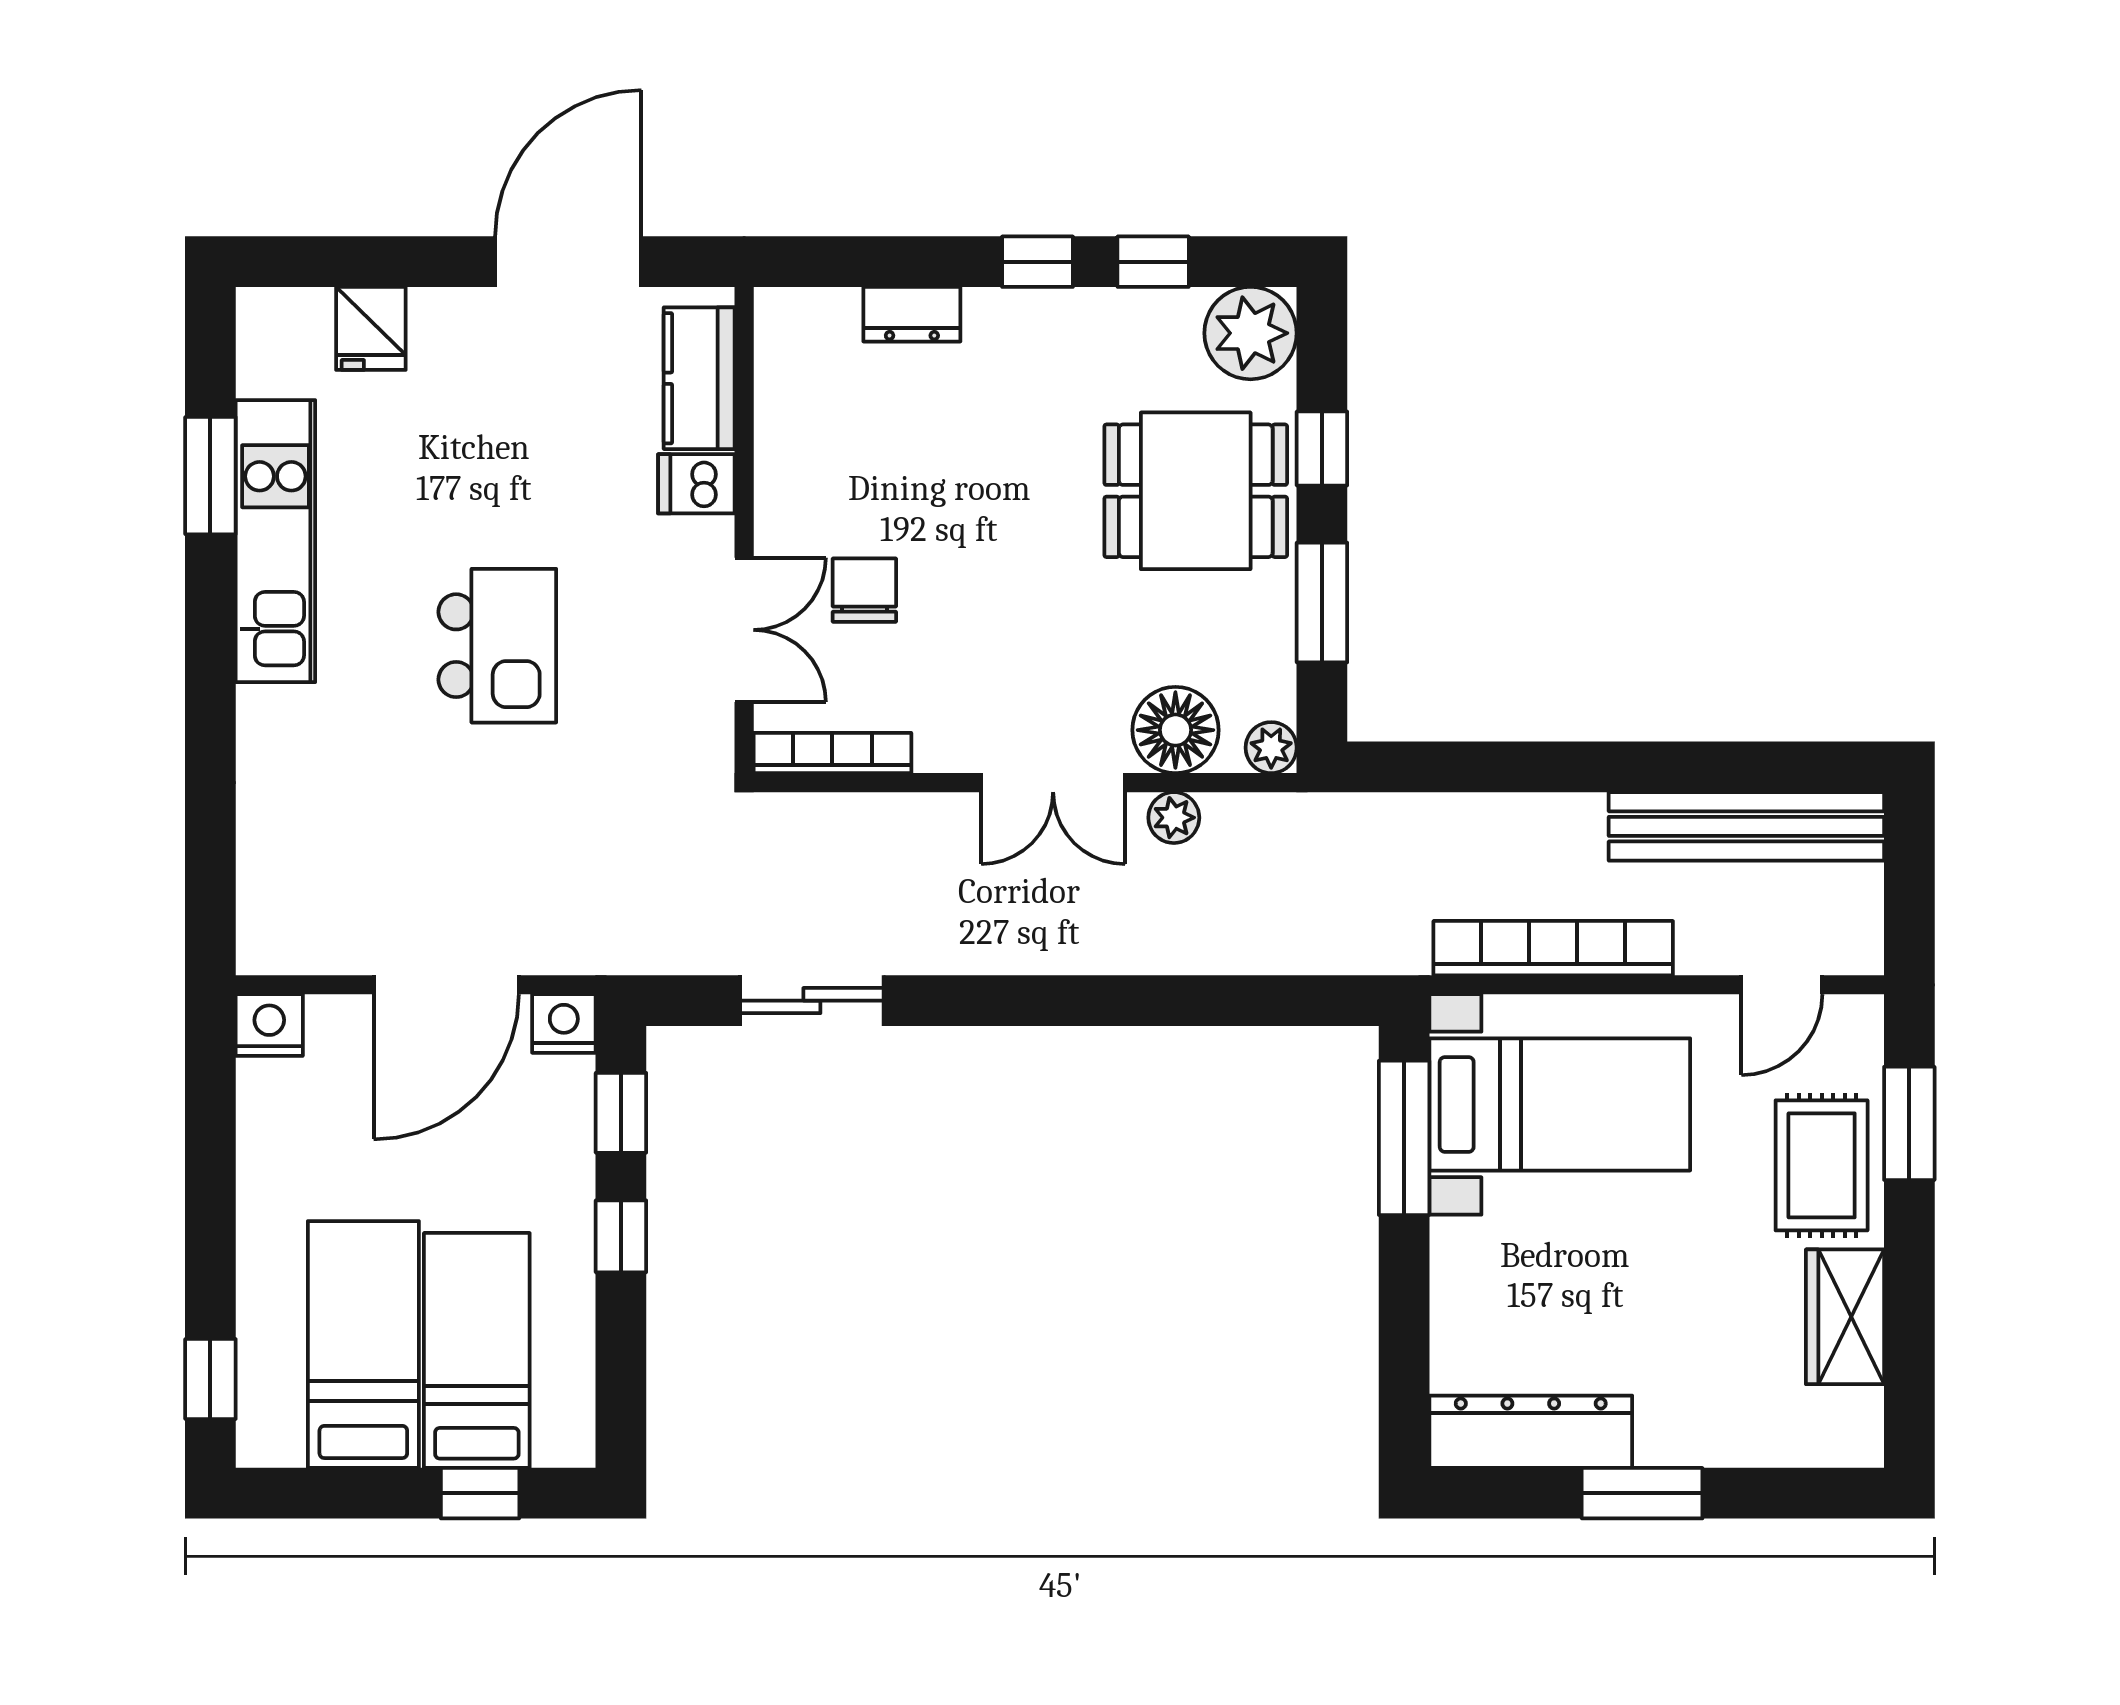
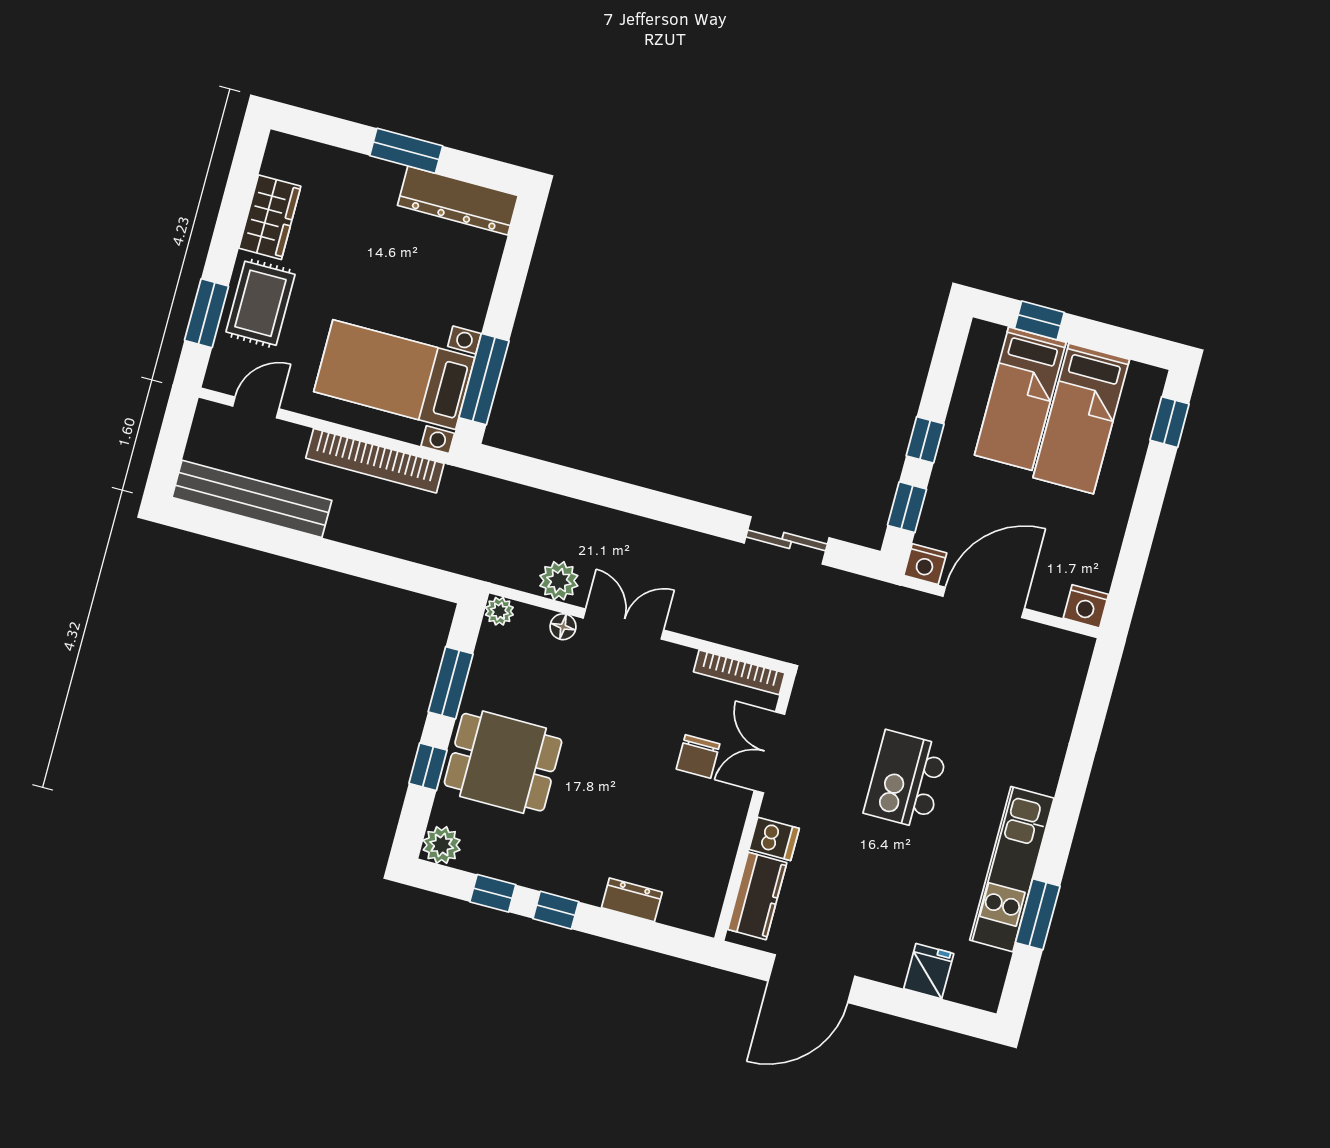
plant: (1250, 333) -> (442, 845), width x0.73, depth x0.73
floor lamp: (1175, 730) -> (563, 627), width x0.53, depth x0.53
plant: (1174, 818) -> (559, 581), width x1.38, depth x1.38

